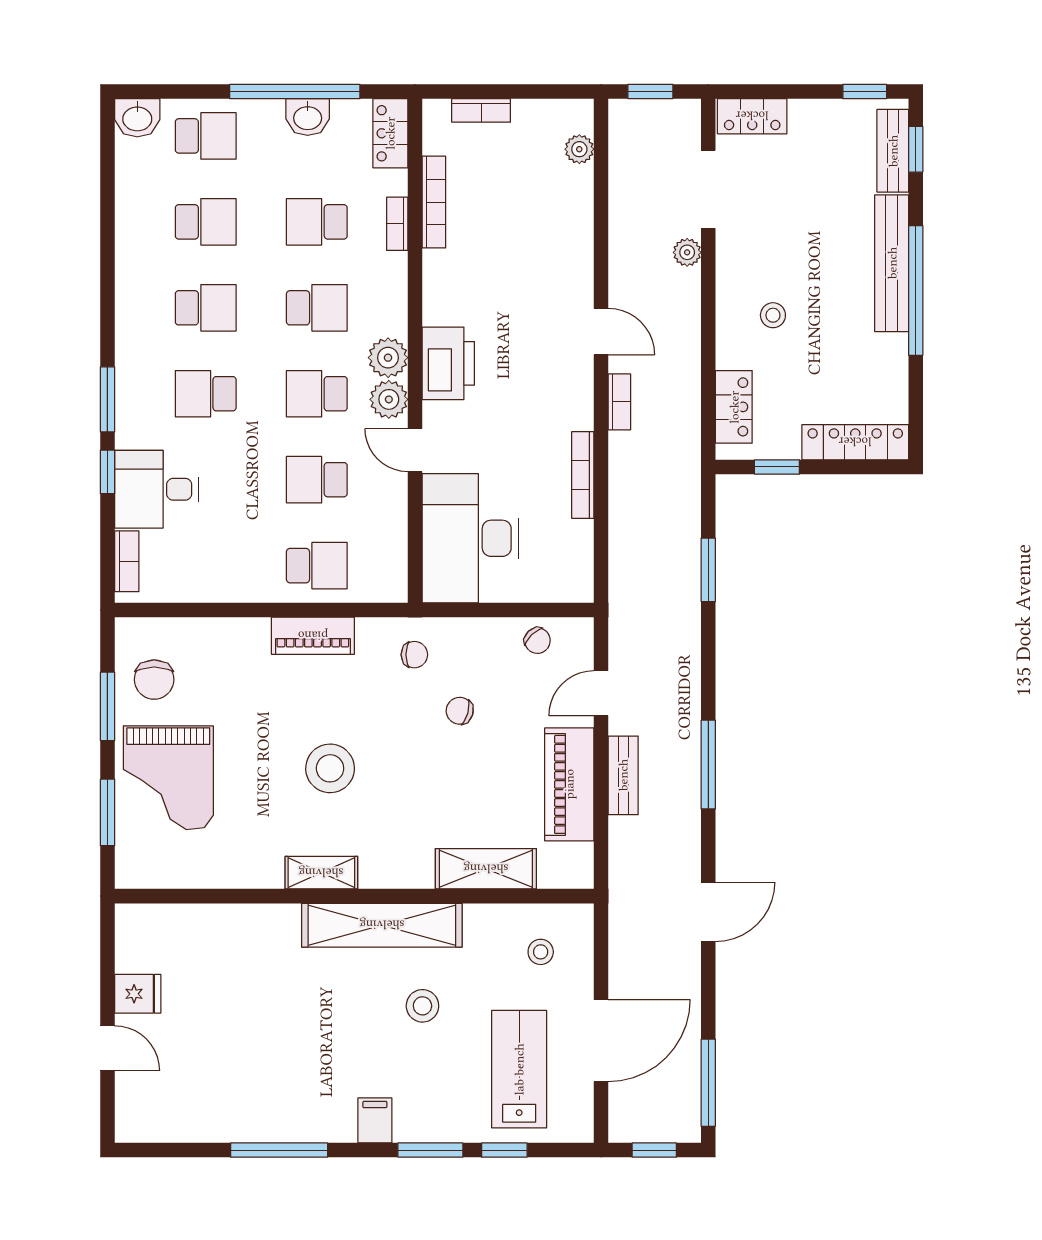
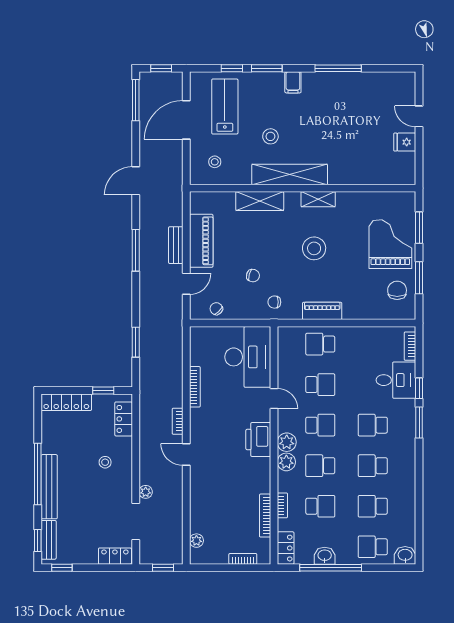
school desk: (206, 394) -> (373, 425), turned 180
plant: (389, 399) -> (286, 462), moved
shelving: (486, 869) -> (260, 201), moved
lab bench: (519, 1069) -> (225, 106), turned 180

